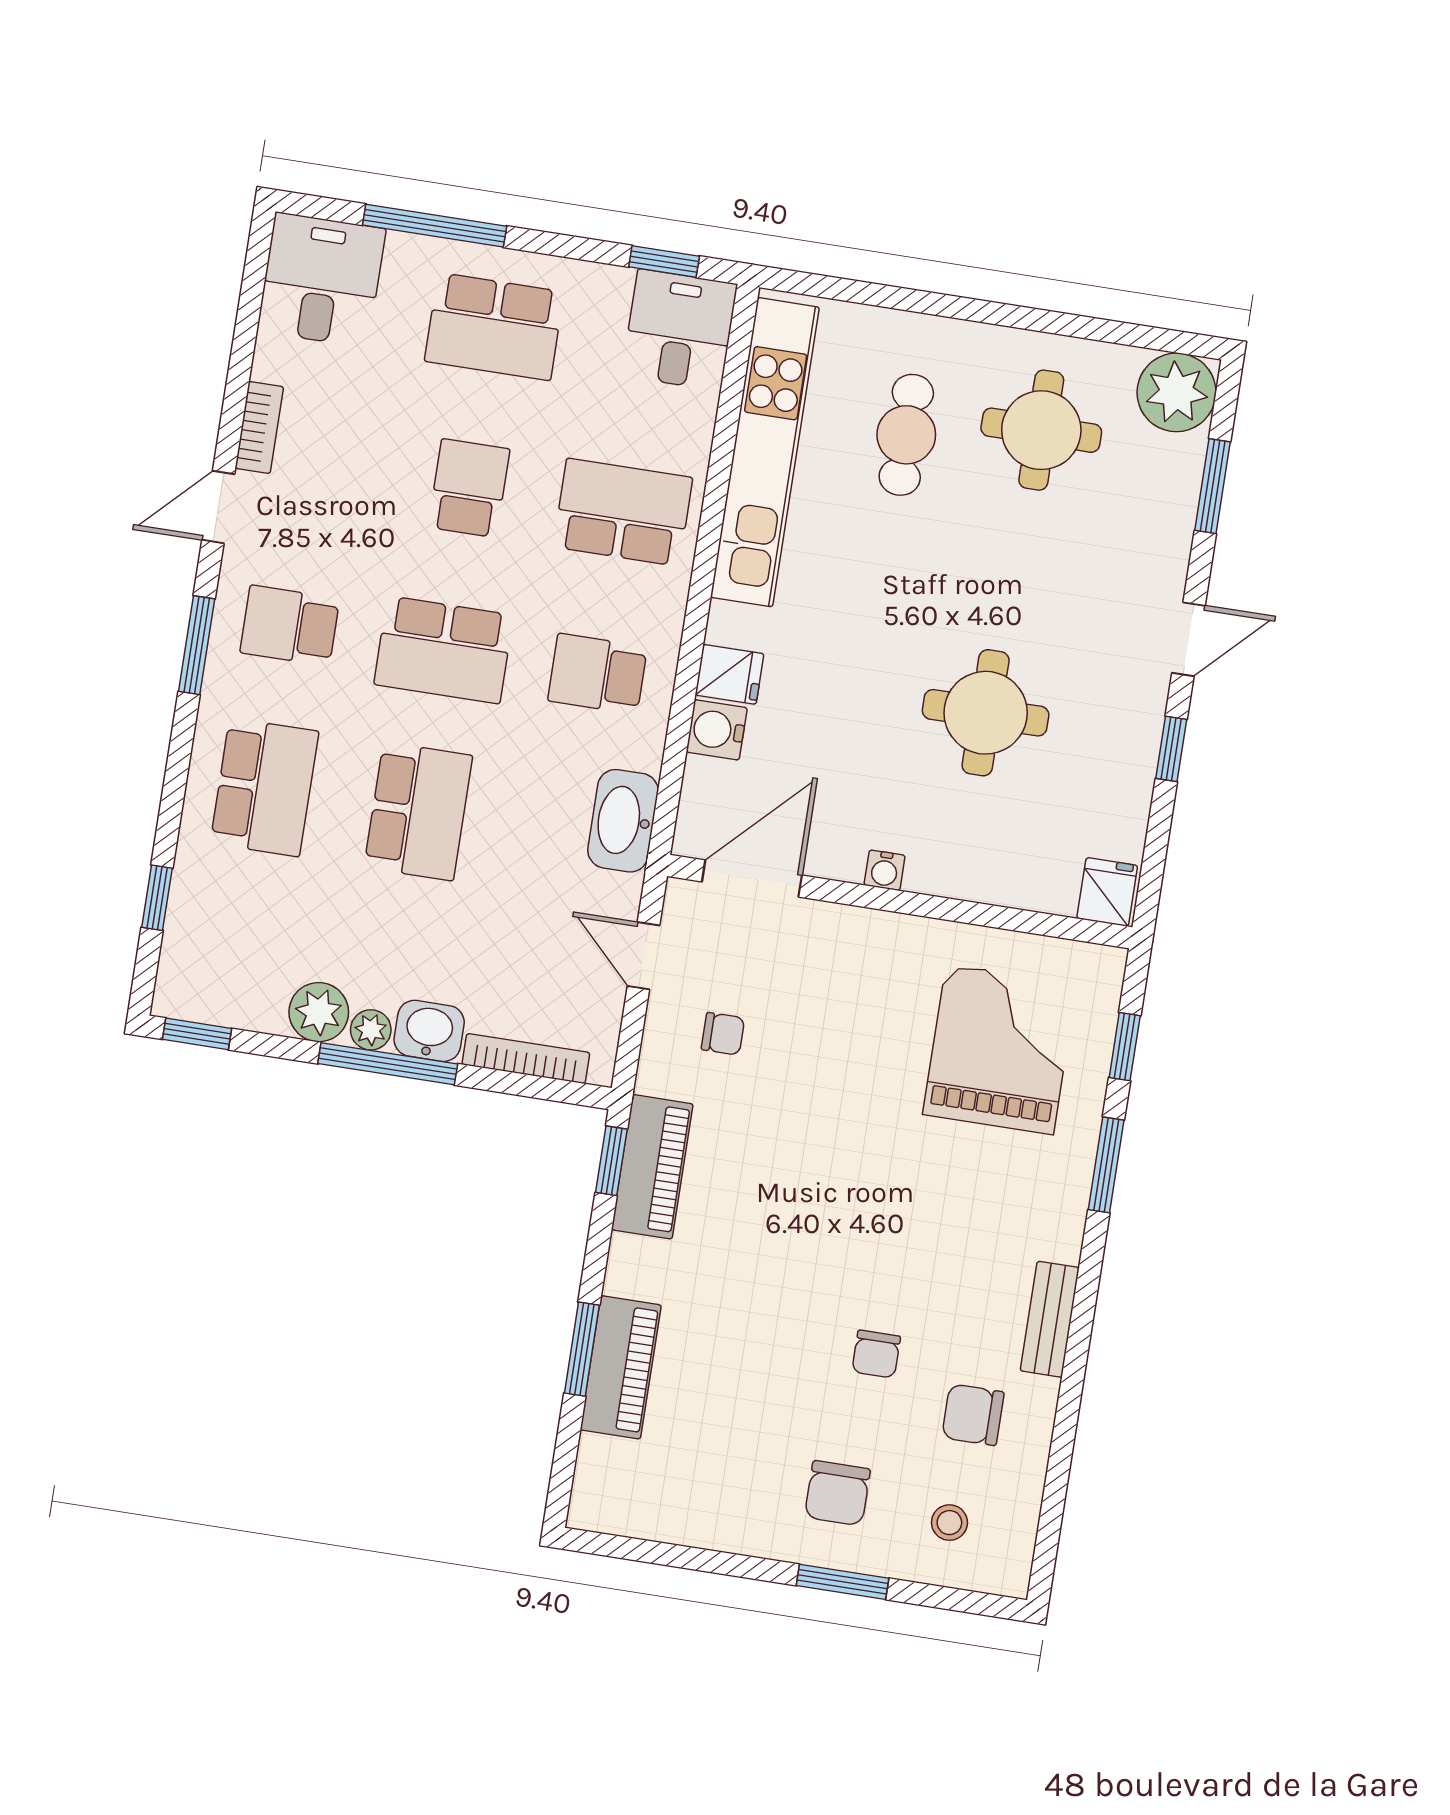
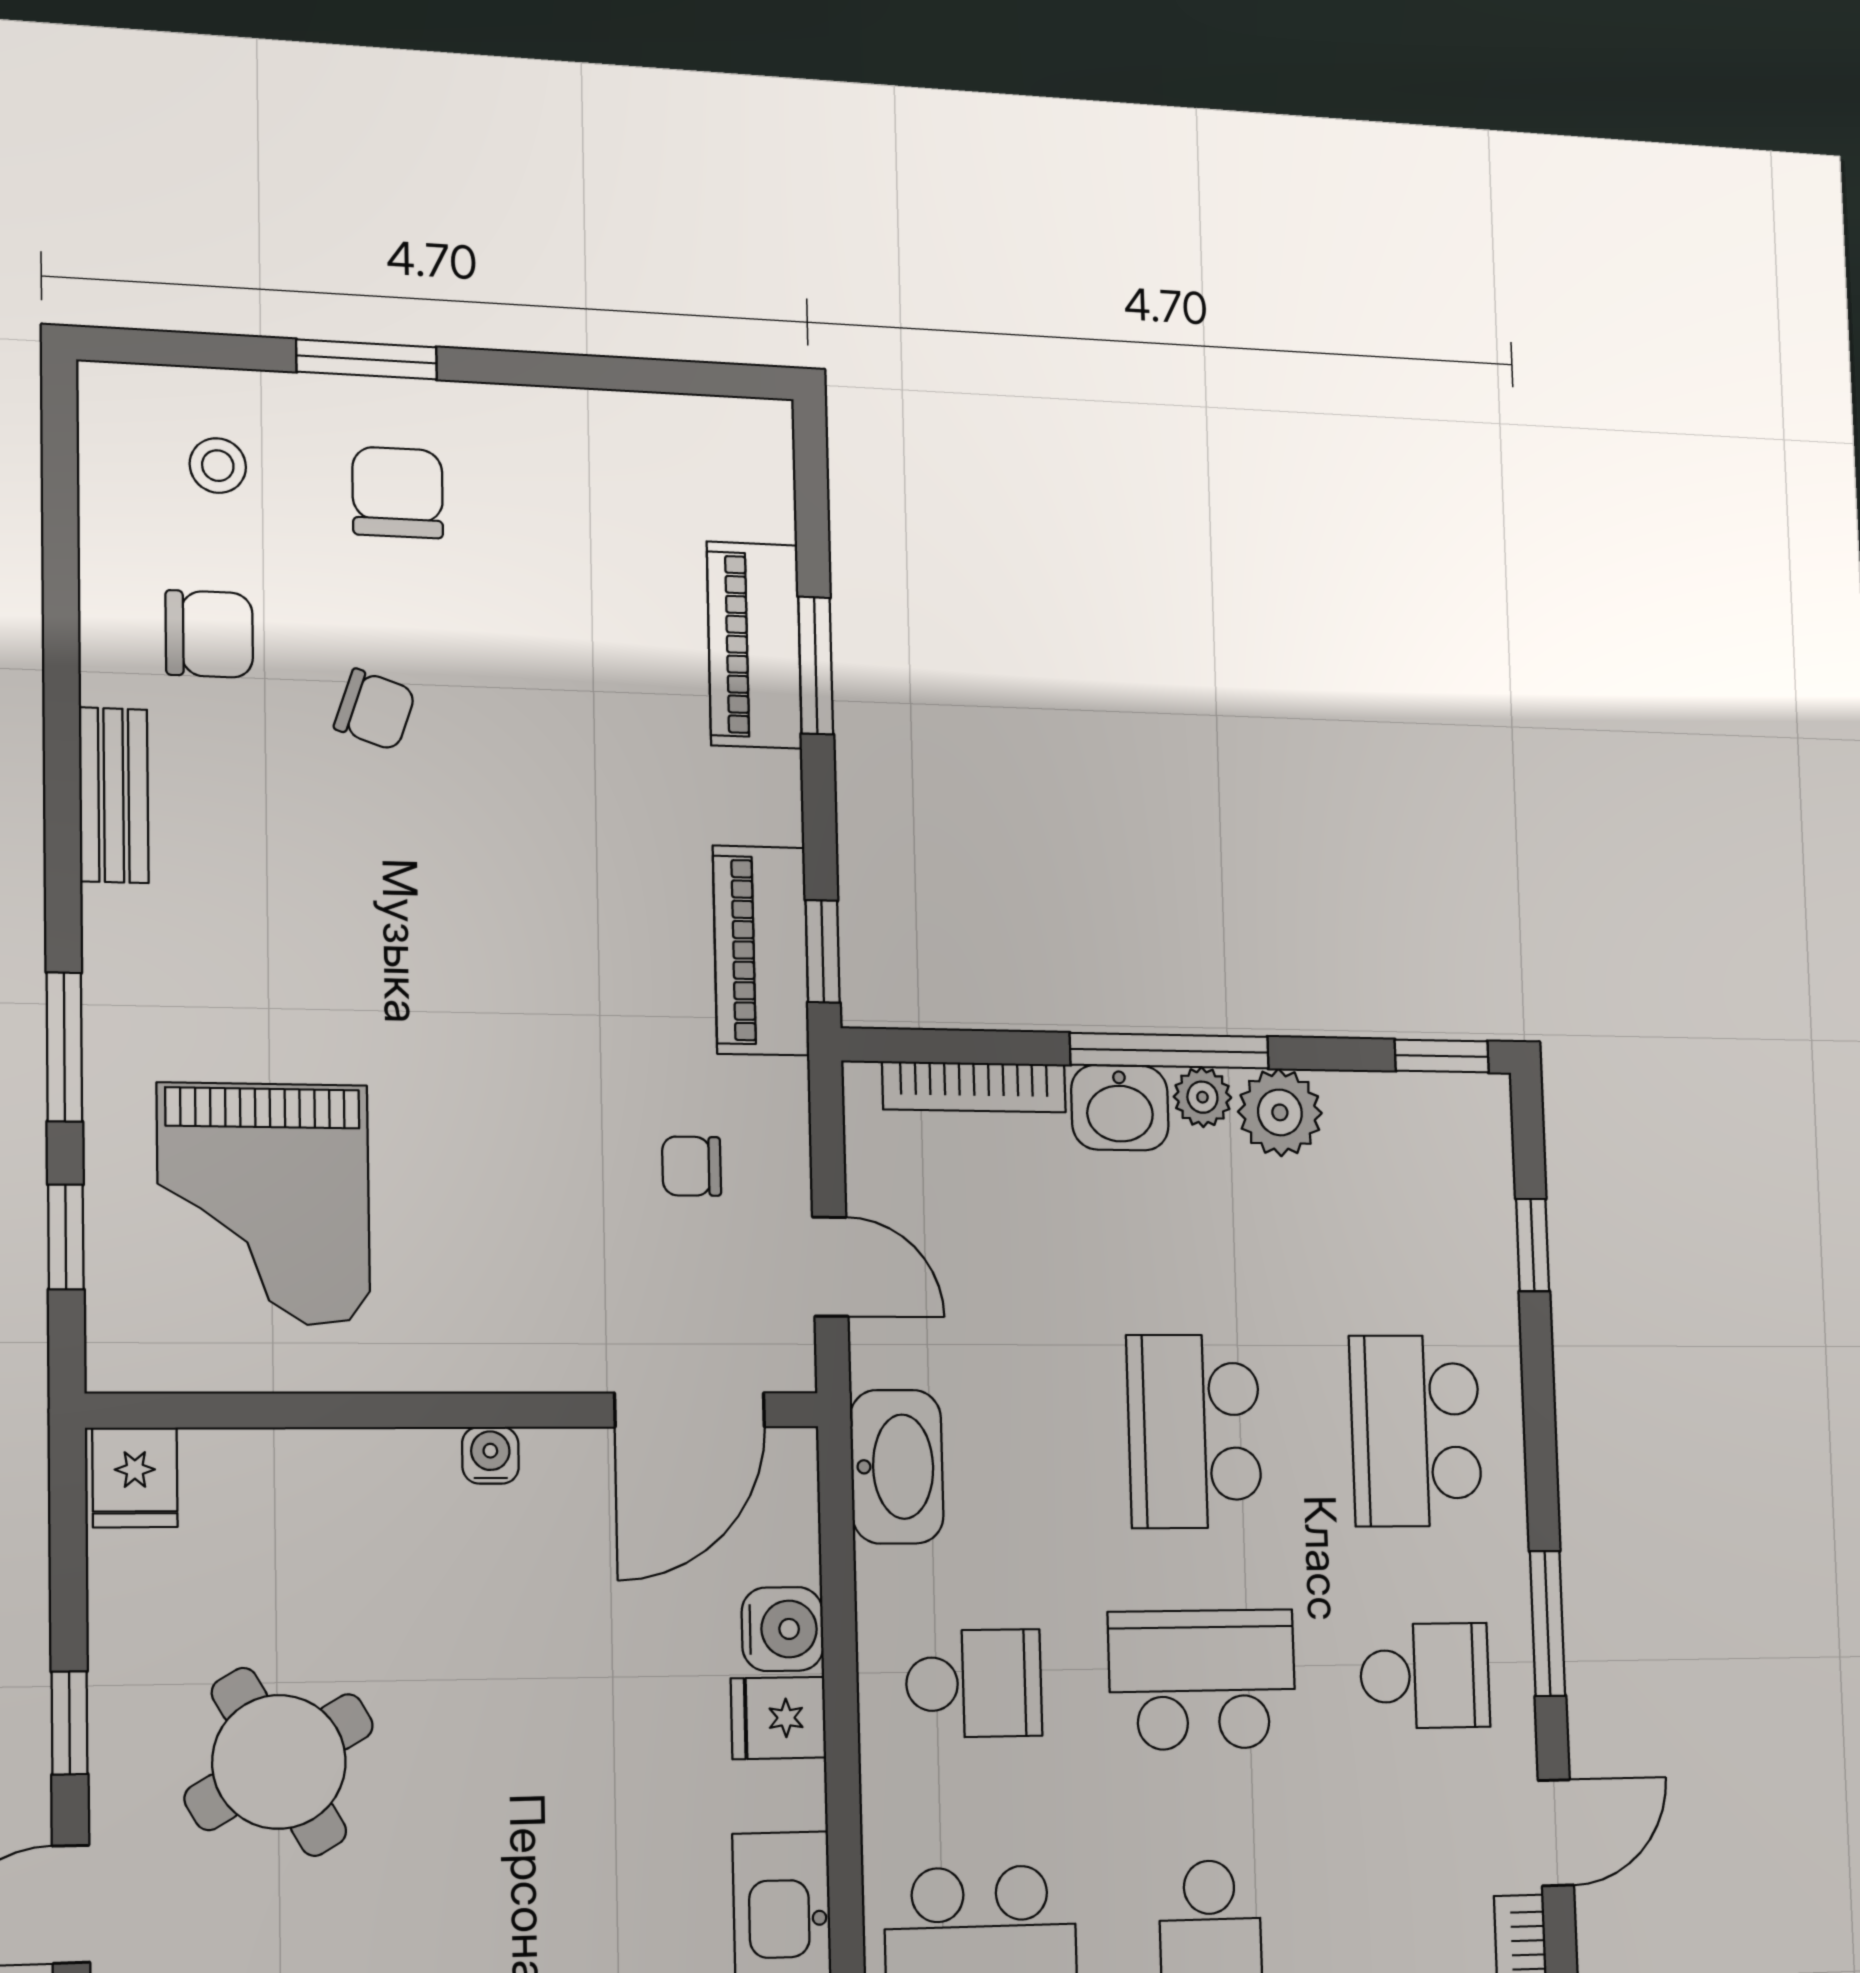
round table: (986, 713) -> (279, 1762), moved, turned -30
chair: (876, 1354) -> (375, 710), turned 109

